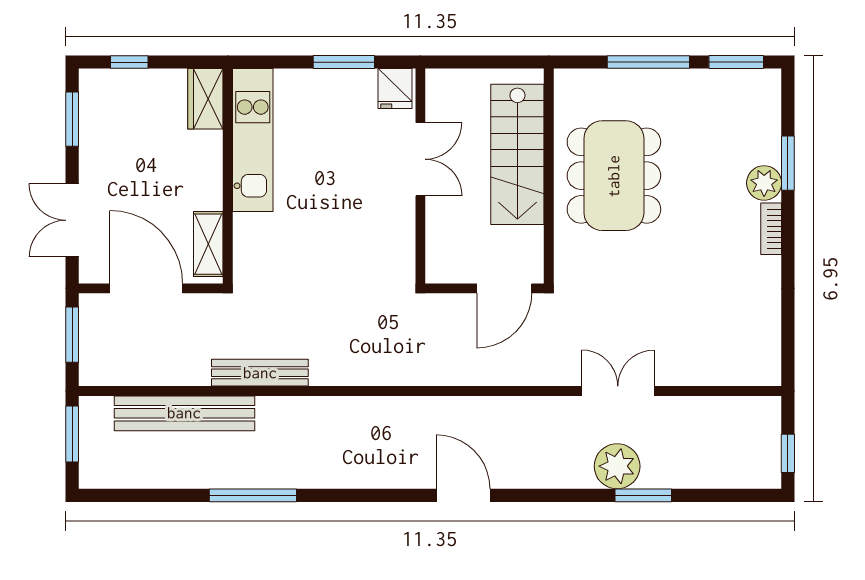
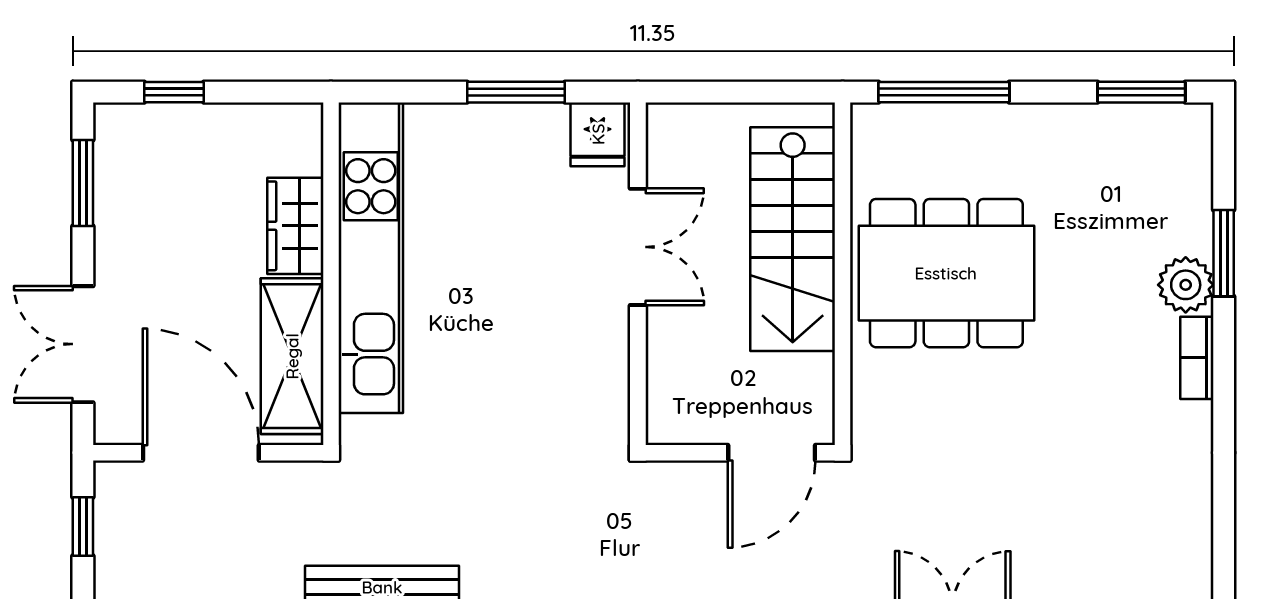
window: (648, 62) -> (944, 92), moved
wardrobe: (205, 99) -> (295, 226), moved
kitchen unit: (253, 140) -> (371, 258), width x1.36
dining table: (614, 176) -> (946, 273), turned 90
shelving: (208, 244) -> (292, 356), width x1.50, depth x1.33
window: (72, 335) -> (83, 526), width x0.67

